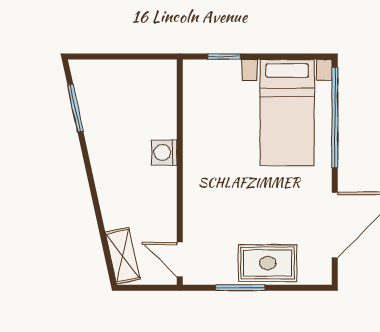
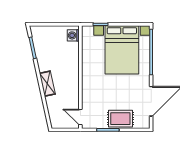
bed with nightstands: (287, 113) -> (122, 50), width x1.36
washing machine: (164, 153) -> (73, 35), moved
shelving: (123, 256) -> (47, 84), moved

